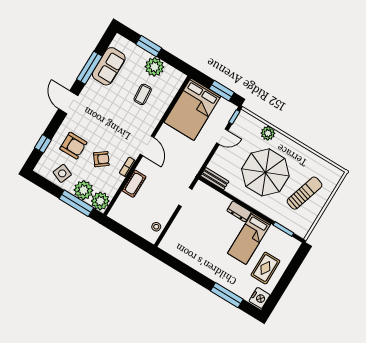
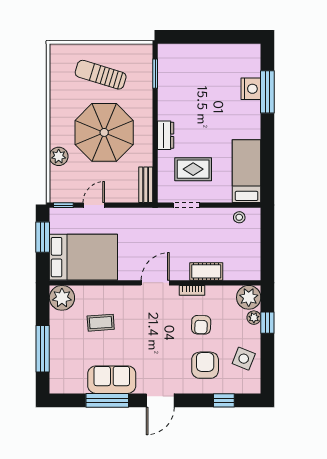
window: (149, 46) -> (43, 349), width x1.44
sofa: (109, 66) -> (112, 380), moved
plant: (154, 67) -> (62, 298), moved
door: (222, 137) -> (94, 205), hinge flipped
armchair: (101, 159) -> (201, 325), turned -141
plant: (83, 190) -> (254, 318), width x0.53, depth x0.53
window: (76, 203) -> (267, 323), width x0.46
bed: (249, 239) -> (247, 171), moved, turned -90
rug: (265, 268) -> (193, 169), moved
nightstand: (260, 298) -> (251, 89), moved, turned 90

